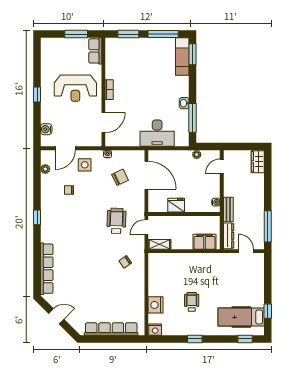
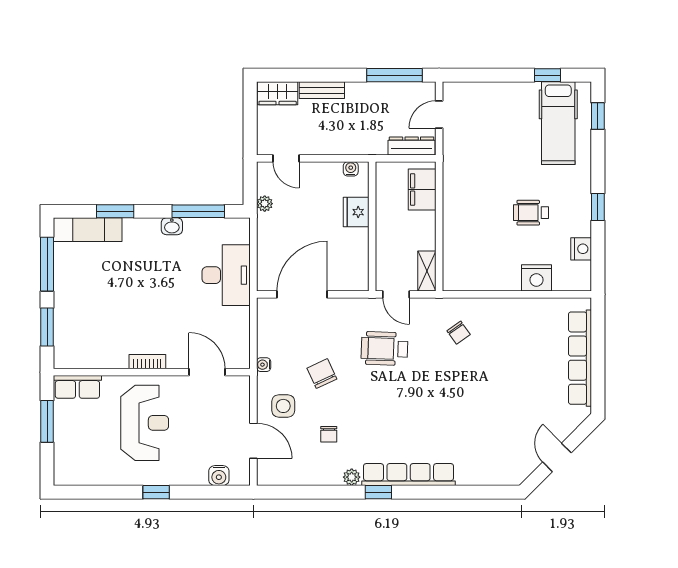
window: (192, 54) -> (115, 211), moved
plant: (45, 169) -> (352, 477), moved
chair: (120, 177) -> (322, 374), moved
fridge: (176, 205) -> (356, 212), moved
bench: (228, 210) -> (322, 90), moved
row of seats: (47, 269) -> (409, 475), moved
nightstand: (155, 330) -> (581, 249), moved

